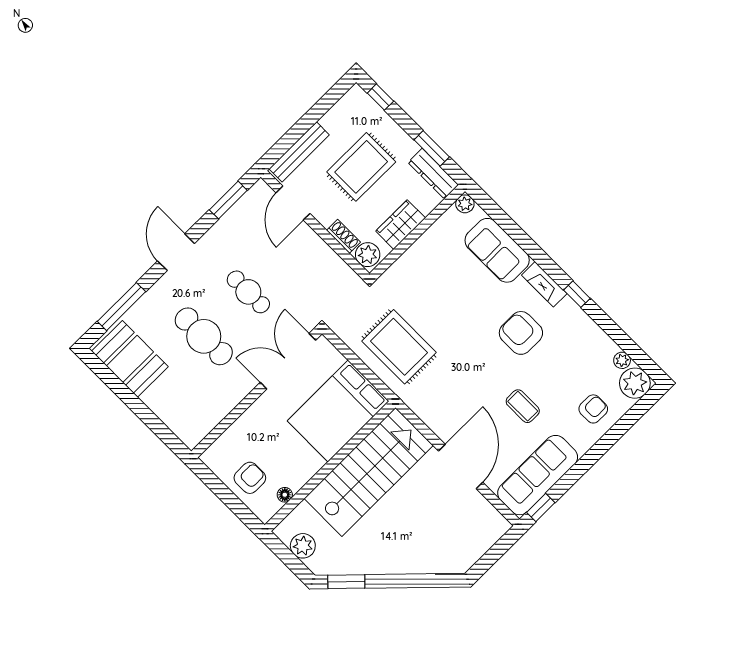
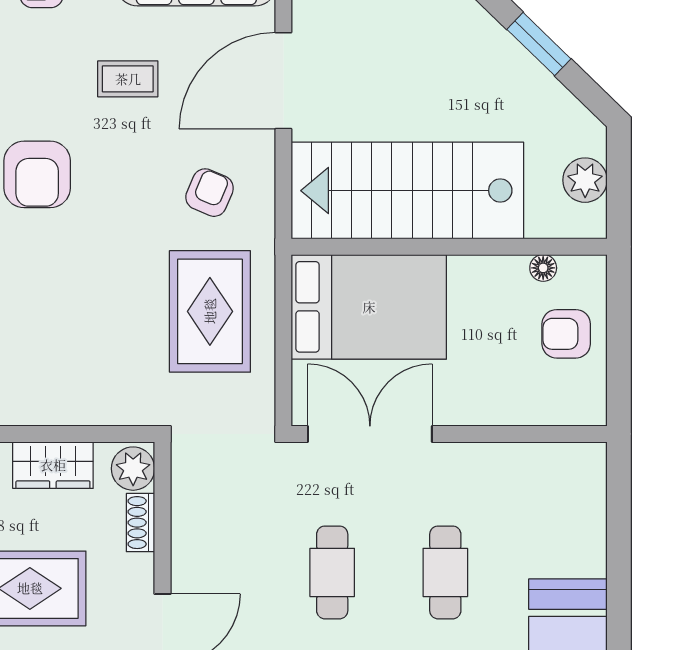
cafe table: (204, 336) -> (445, 572), width x0.73, depth x0.74
double door: (288, 361) -> (370, 434), swing flipped
armchair: (446, 393) -> (210, 193), added
coffee table: (523, 406) -> (128, 79), turned 90
window: (346, 582) -> (539, 44), moved

